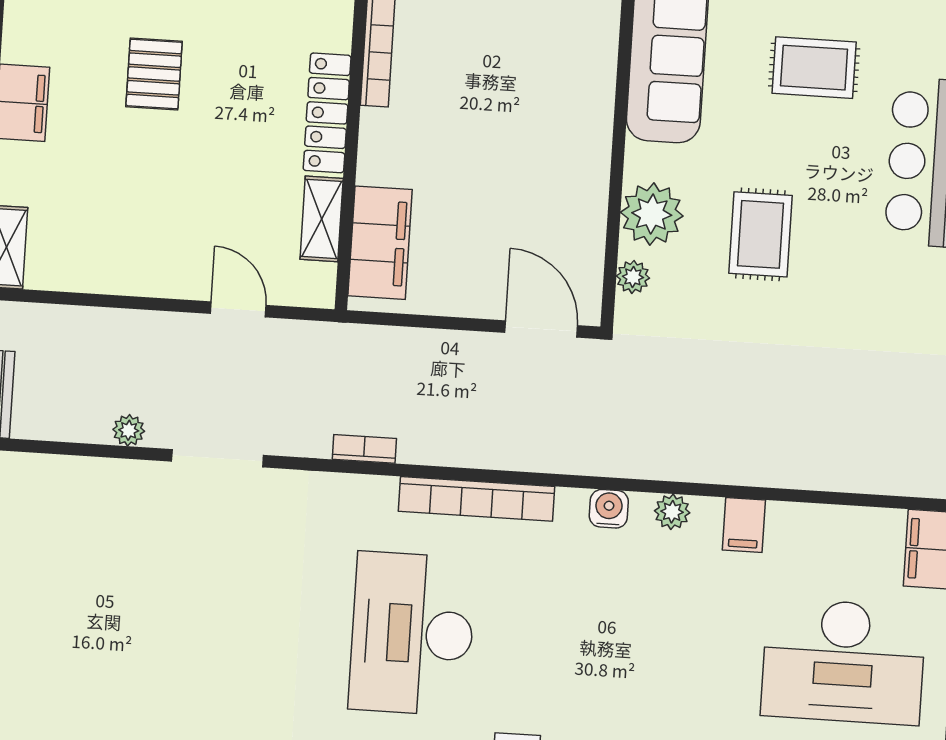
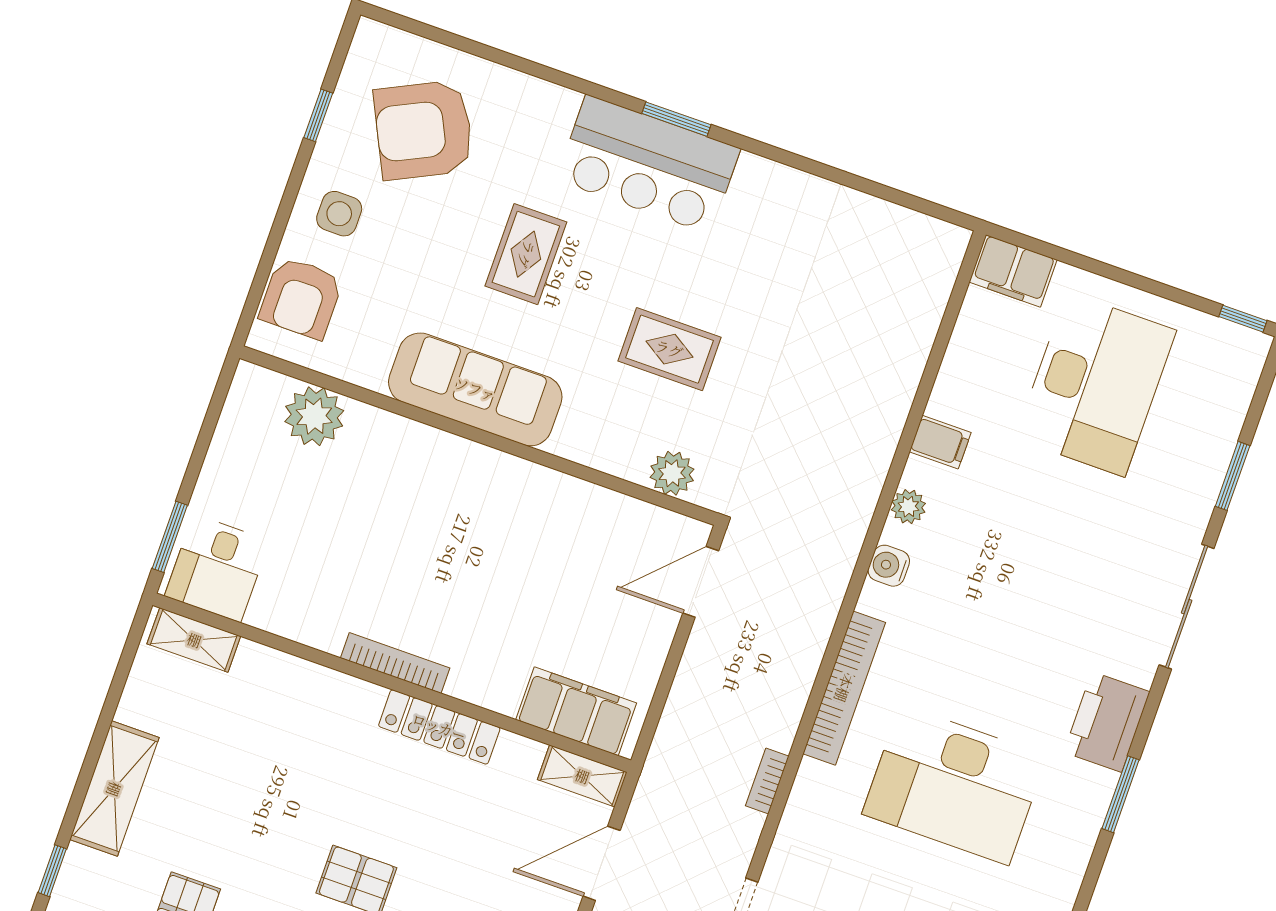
plant: (652, 214) -> (621, 447), removed
shelving: (322, 219) -> (582, 776), moved
plant: (633, 277) -> (672, 473), width x1.38, depth x1.38
door: (238, 309) -> (602, 863), width x1.38

